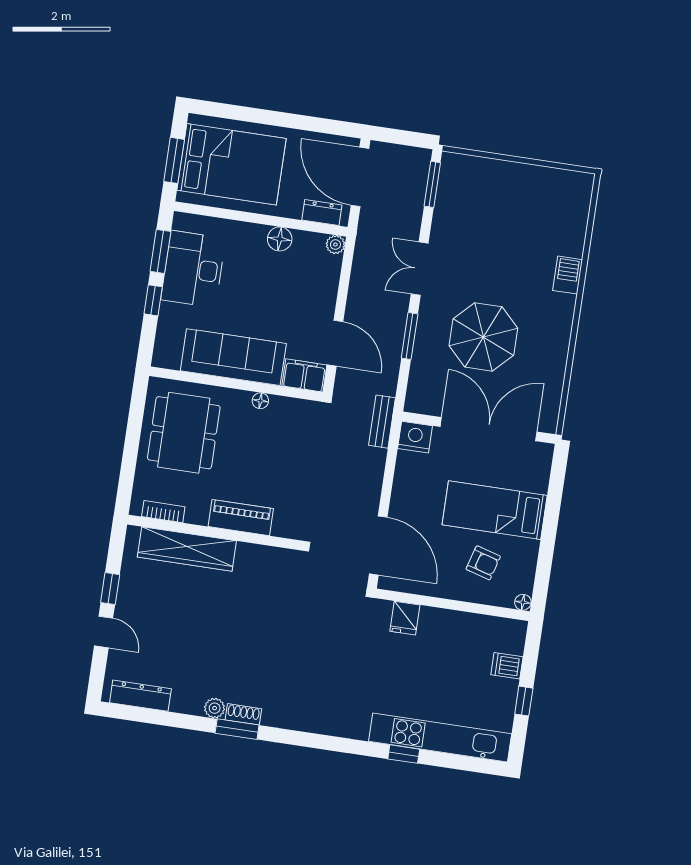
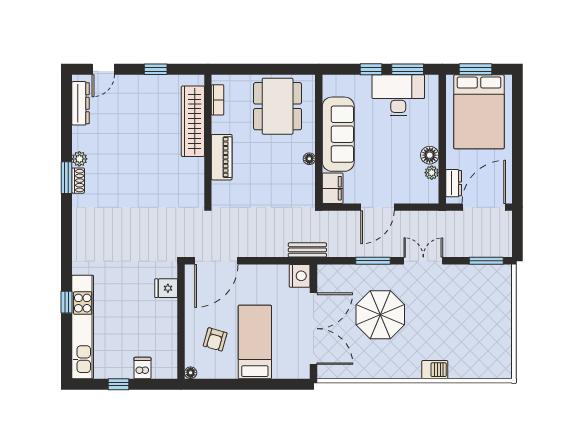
plant: (335, 245) -> (432, 173), moved
door: (335, 343) -> (377, 207), moved
dining table: (184, 433) -> (278, 106), turned 90
door: (104, 632) -> (103, 69), moved

